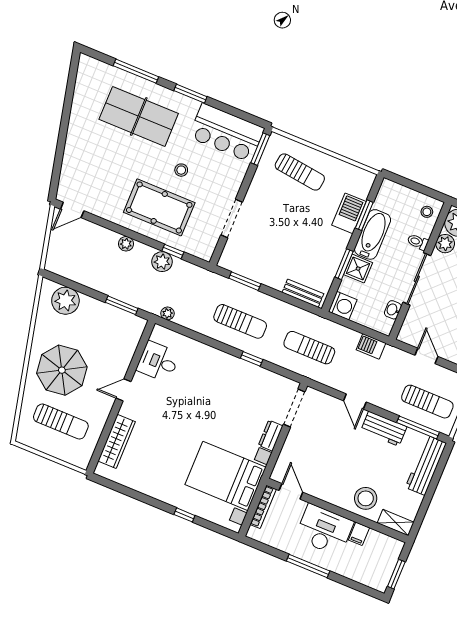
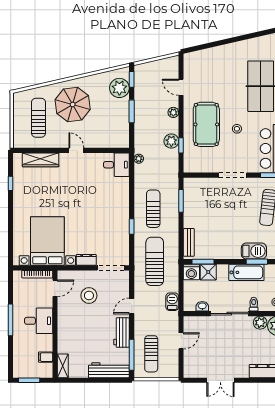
door: (72, 210) -> (181, 87), moved
doorway: (232, 219) -> (233, 175), moved
window: (344, 264) -> (203, 262), moved
shower: (358, 269) -> (208, 272), moved
window: (61, 280) -> (132, 79), added
window: (122, 305) -> (132, 111), moved
sun lounger: (240, 321) -> (153, 209), turned 180
sun lounger: (309, 348) -> (155, 261), width x1.36, depth x1.34
desk: (158, 362) -> (116, 165), moved, turned 90
sun lounger: (61, 422) -> (39, 118), turned 180
stool: (366, 498) -> (89, 296), moved
window: (184, 515) -> (11, 183), moved
desk: (324, 530) -> (39, 321), width x0.73
filing cabinet: (359, 534) -> (46, 357), moved

